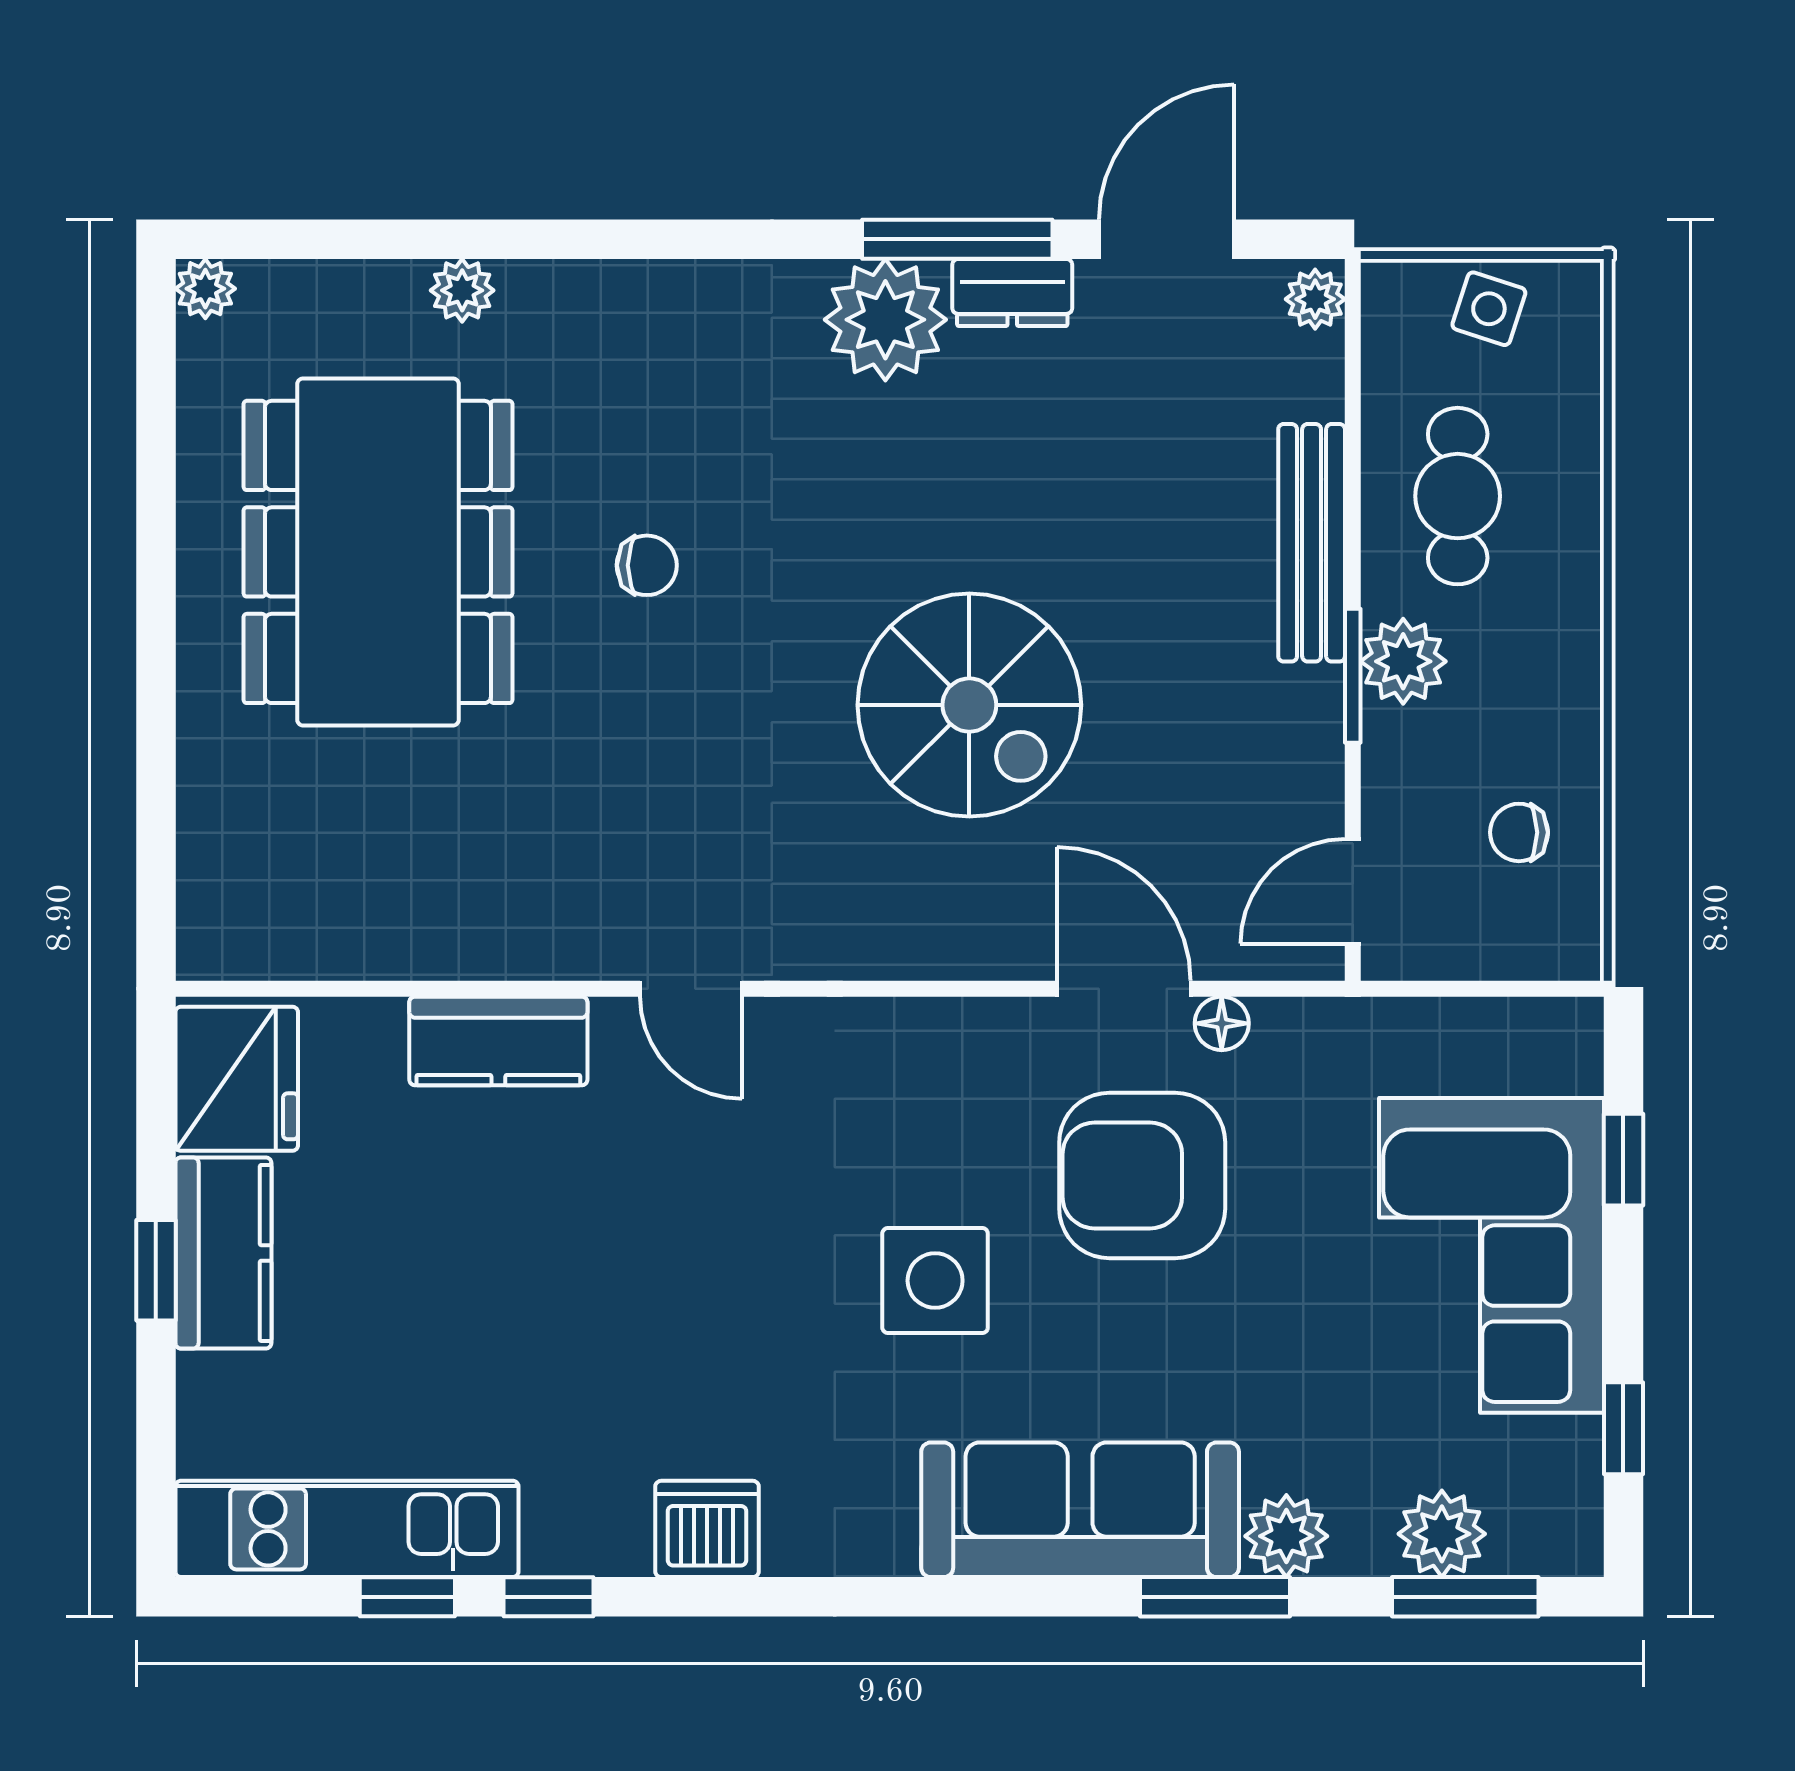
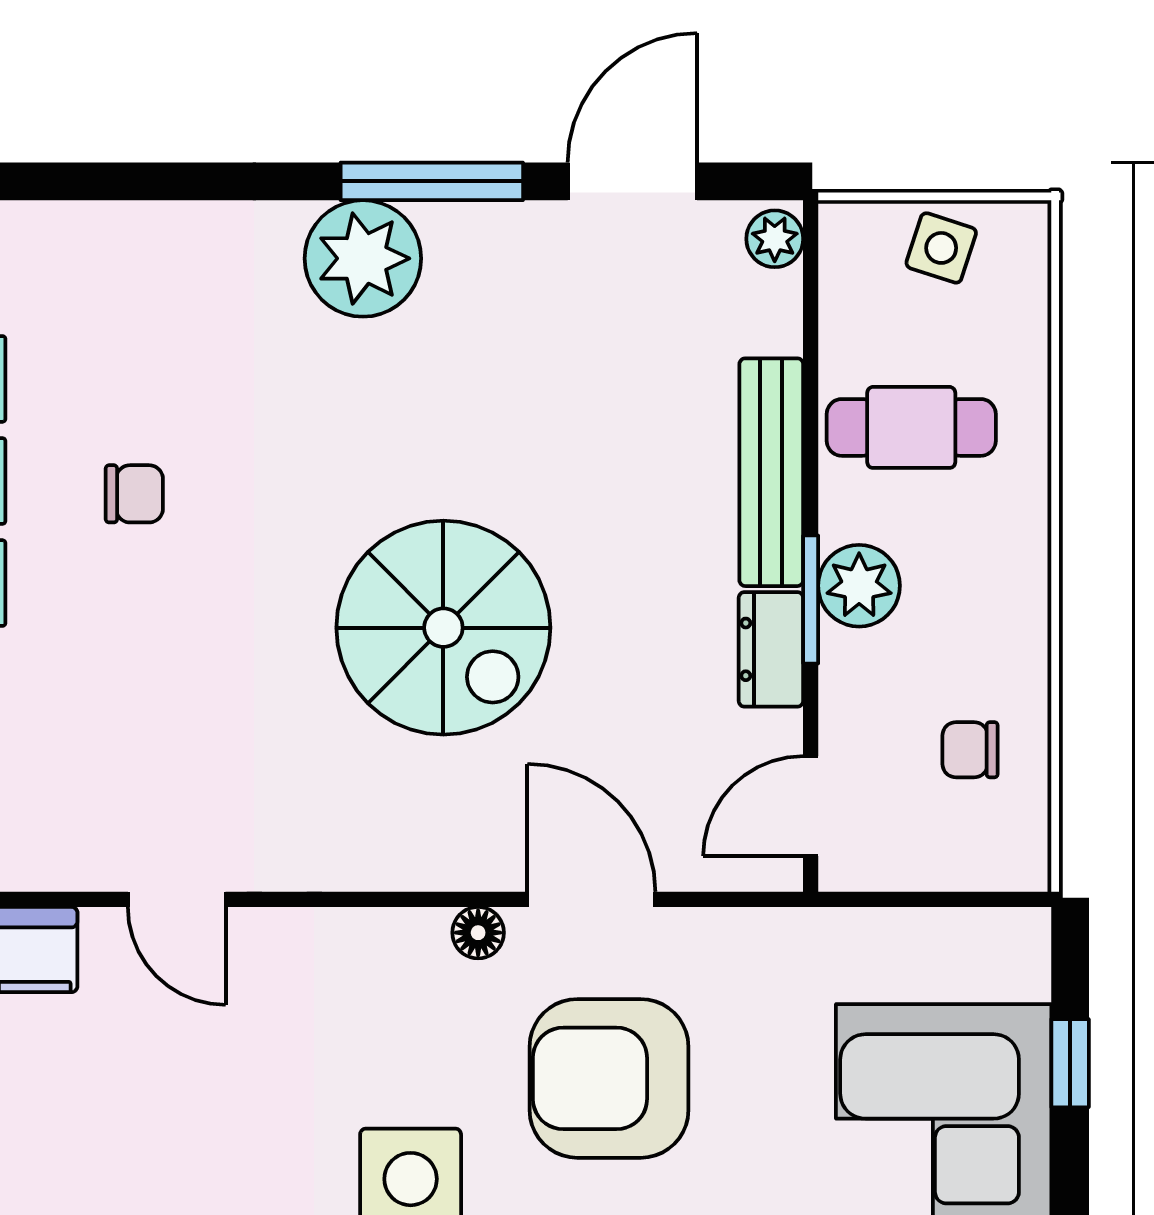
dresser: (1012, 292) -> (771, 649), moved, turned 90
cafe table: (1458, 496) -> (911, 427), turned 90
floor lamp: (1222, 1023) -> (478, 933), moved

